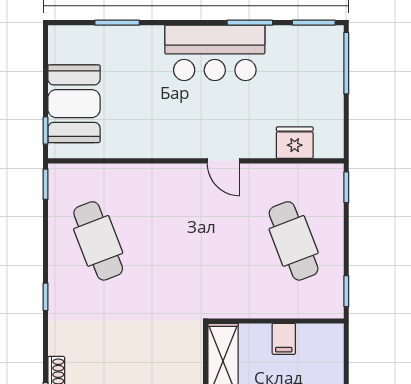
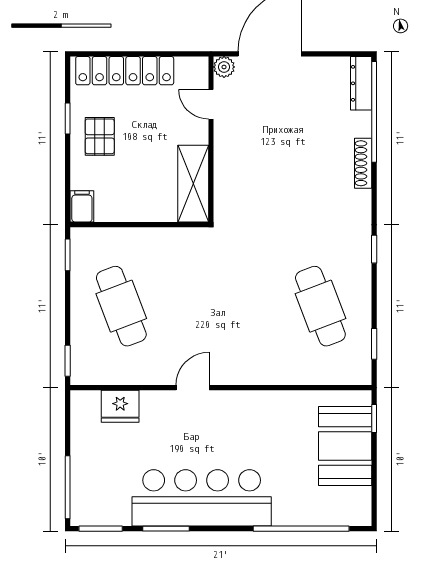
window: (117, 23) -> (301, 529), width x2.11
bar counter: (215, 53) -> (202, 498), width x1.36
door: (224, 161) -> (193, 388), hinge flipped
window: (45, 184) -> (374, 344), moved
filing cabinet: (284, 339) -> (82, 206), moved

